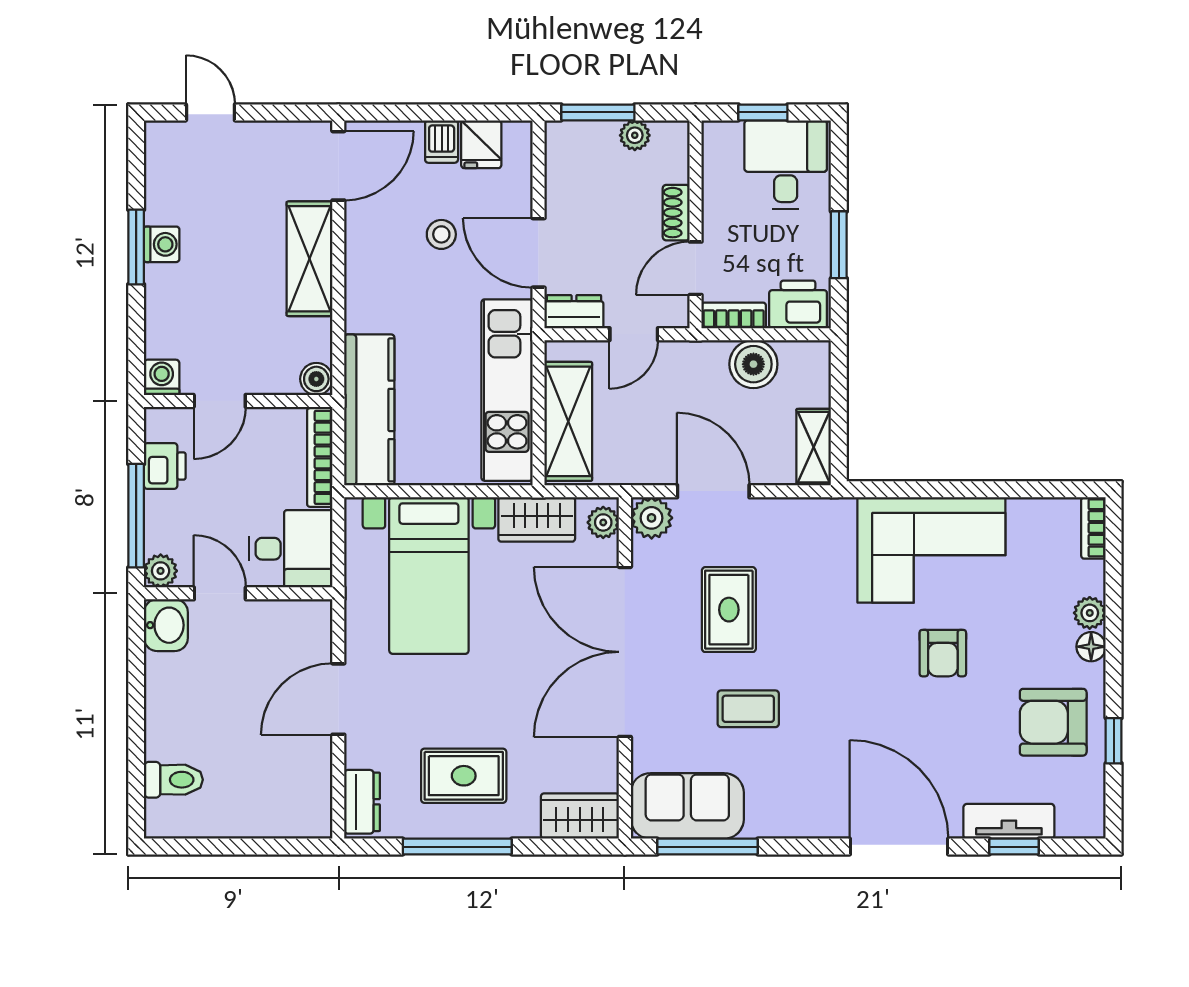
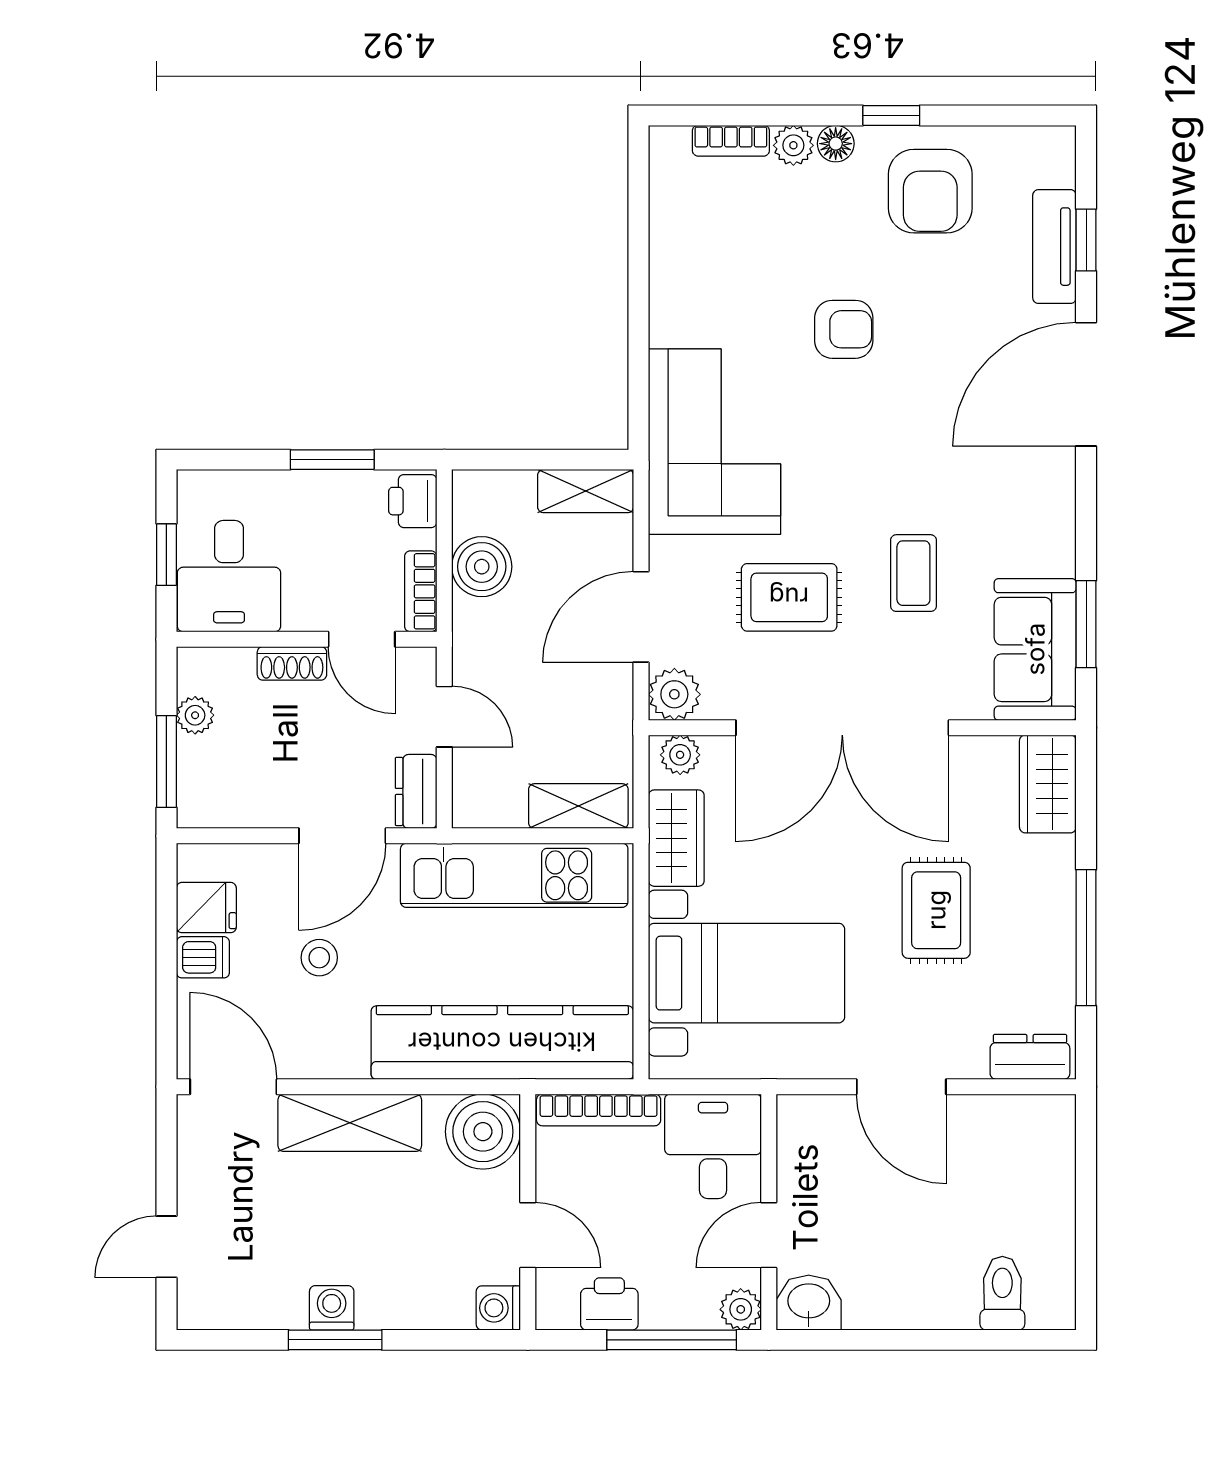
desk: (786, 165) -> (229, 576), moved, turned -90
printer: (798, 304) -> (413, 501), width x0.73, depth x0.81
boiler: (316, 379) -> (483, 1132), width x1.86, depth x1.86
kitchen counter: (369, 410) -> (502, 1042), width x1.39, depth x1.17
shelving: (568, 421) -> (578, 806), width x0.67, depth x0.75
bookcase: (1093, 528) -> (731, 141), moved
corner sofa: (931, 550) -> (714, 442), moved
window: (1114, 741) -> (891, 115), moved
rug: (464, 776) -> (936, 910), moved
window: (708, 847) -> (1086, 624), width x0.69

